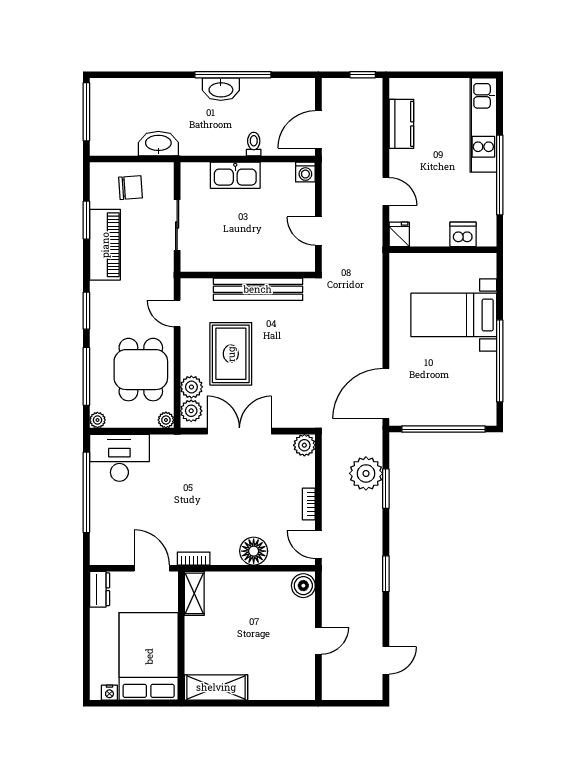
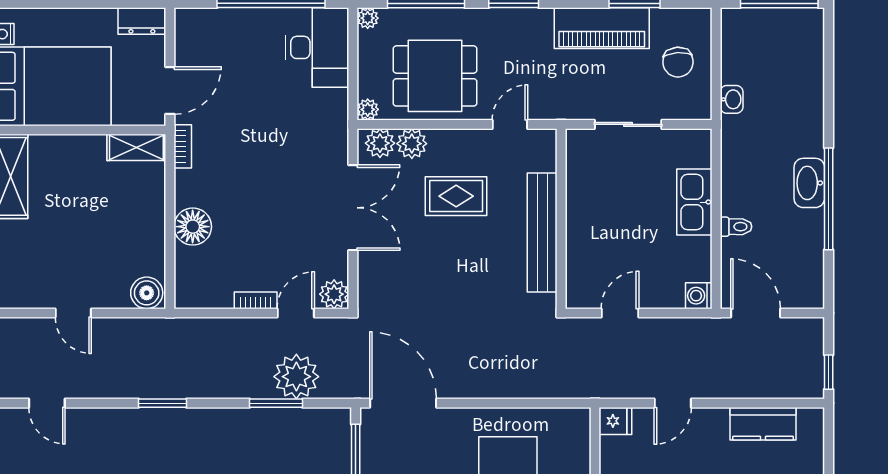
washbasin: (158, 144) -> (732, 99), width x0.52, depth x0.69
rug: (231, 354) -> (456, 196), width x0.73, depth x0.70
door: (318, 545) -> (296, 313), moved

